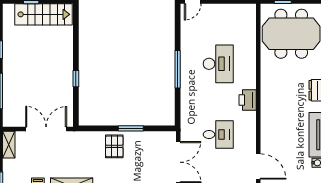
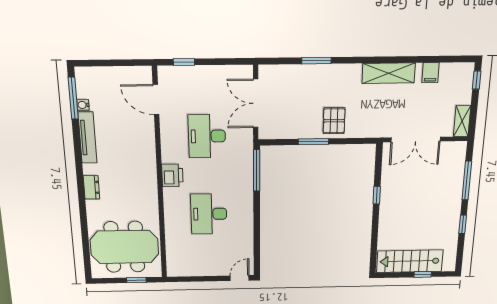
window: (178, 69) -> (257, 171), moved
desk: (218, 135) -> (207, 136), width x1.37

